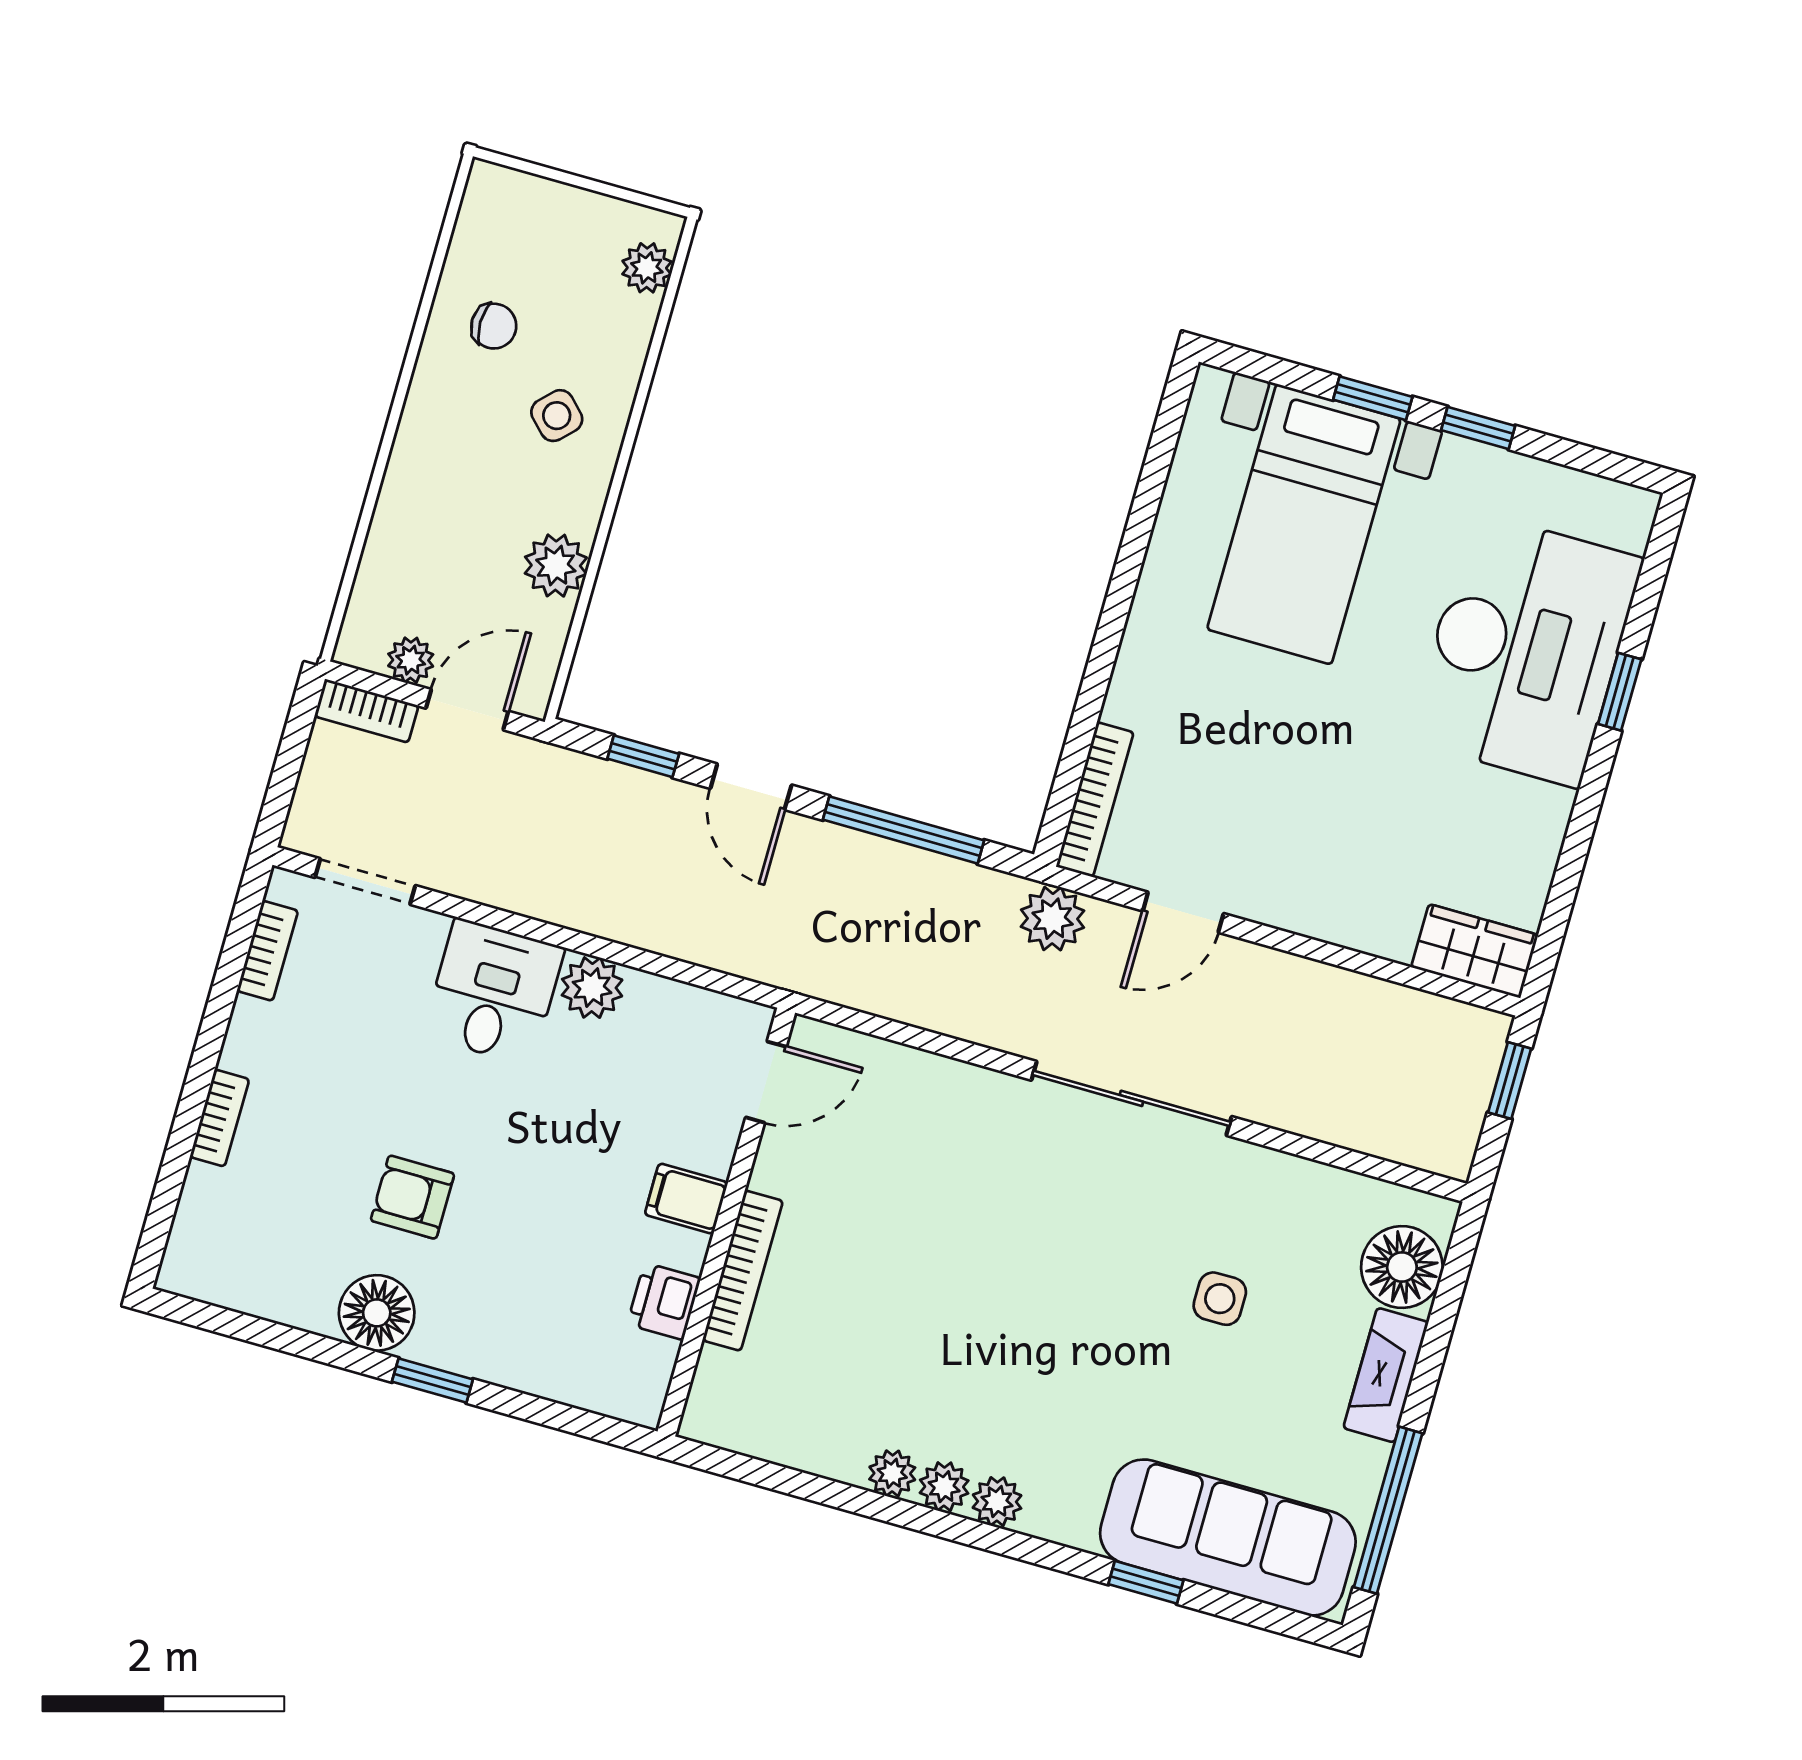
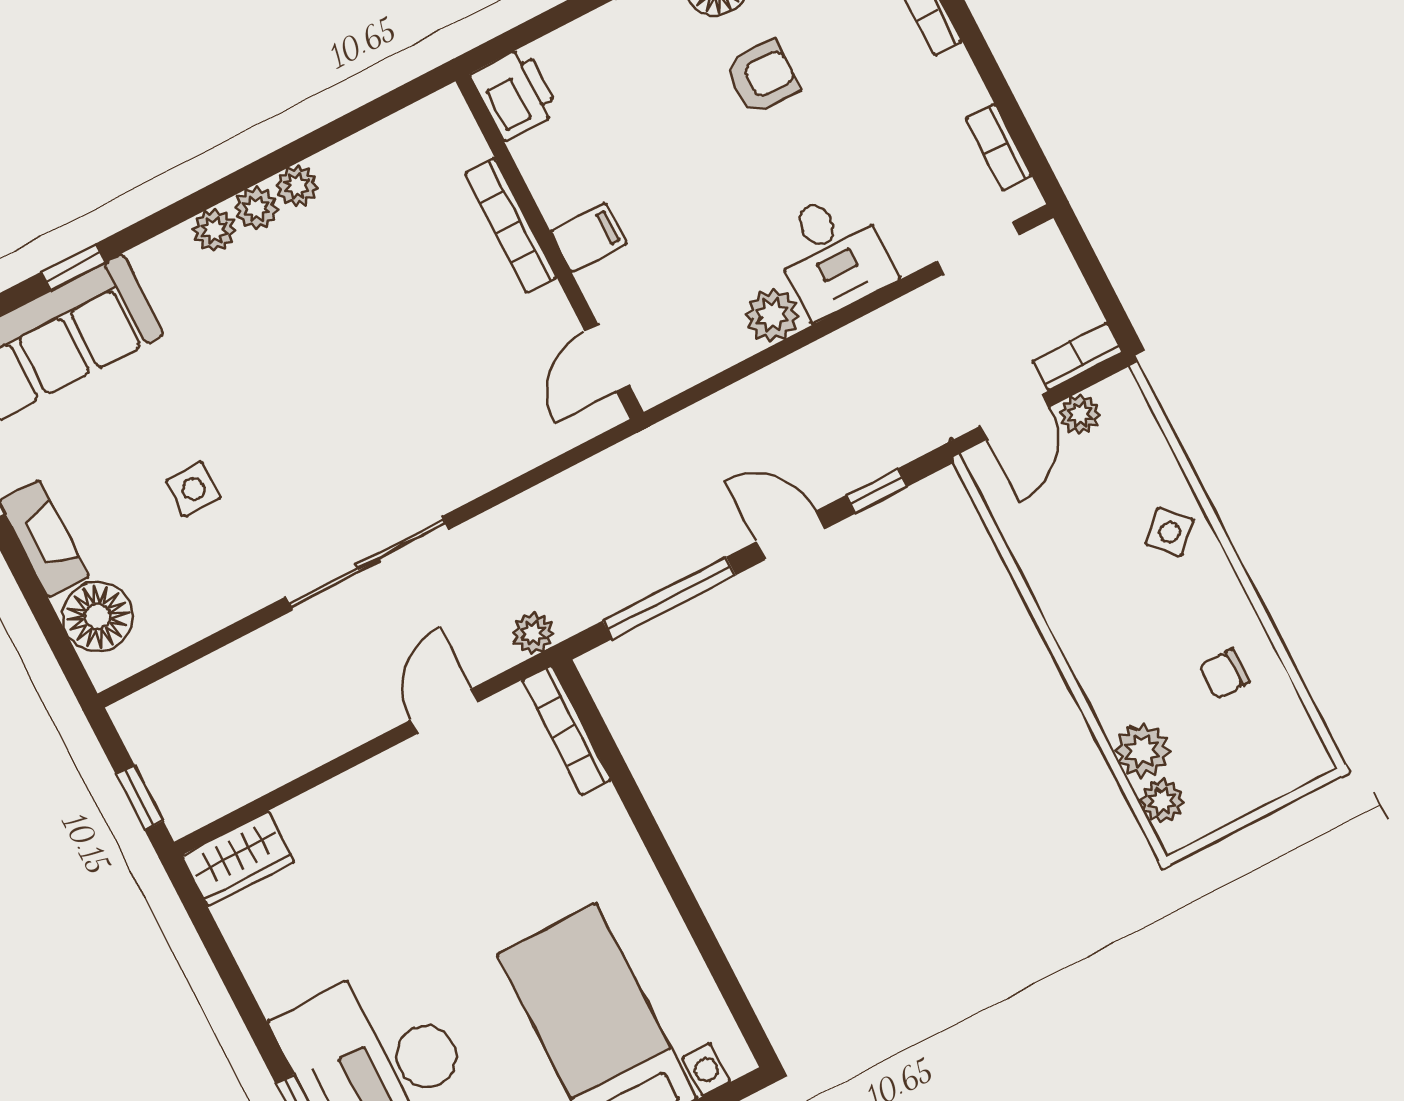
side table: (557, 416) -> (1170, 532), moved
plant: (556, 566) -> (1143, 751), moved
plant: (1053, 919) -> (533, 633), width x0.73, depth x0.73
printer: (664, 1301) -> (515, 93), moved, width x1.36, depth x1.24

